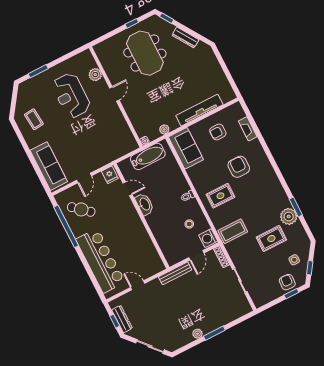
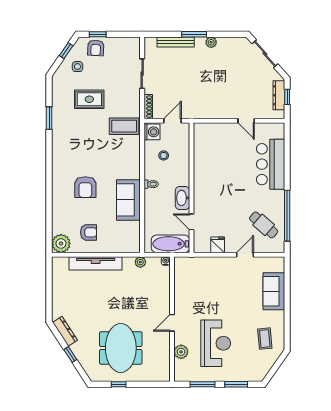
window: (167, 18) -> (70, 355), moved
dresser: (185, 37) -> (65, 331), moved
window: (65, 58) -> (202, 384), added
fireplace: (248, 129) -> (57, 220), removed
sofa: (186, 148) -> (128, 200), moved
sofa: (49, 166) -> (274, 291), width x0.73
door: (127, 189) -> (192, 222), moved
rug: (220, 196) -> (118, 168), removed
washbasin: (144, 204) -> (182, 198), moved
wall: (141, 216) -> (192, 188), moved
plant: (289, 216) -> (61, 243), moved
bar counter: (100, 261) -> (271, 164), width x0.73
bench: (175, 273) -> (176, 42), moved

